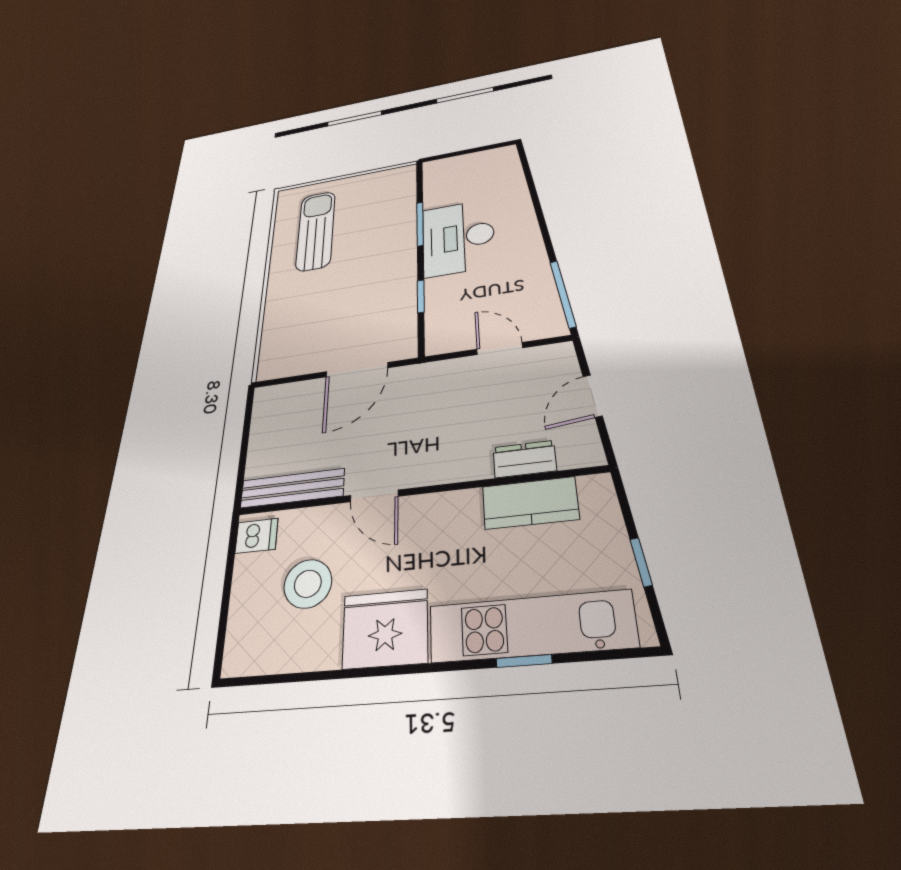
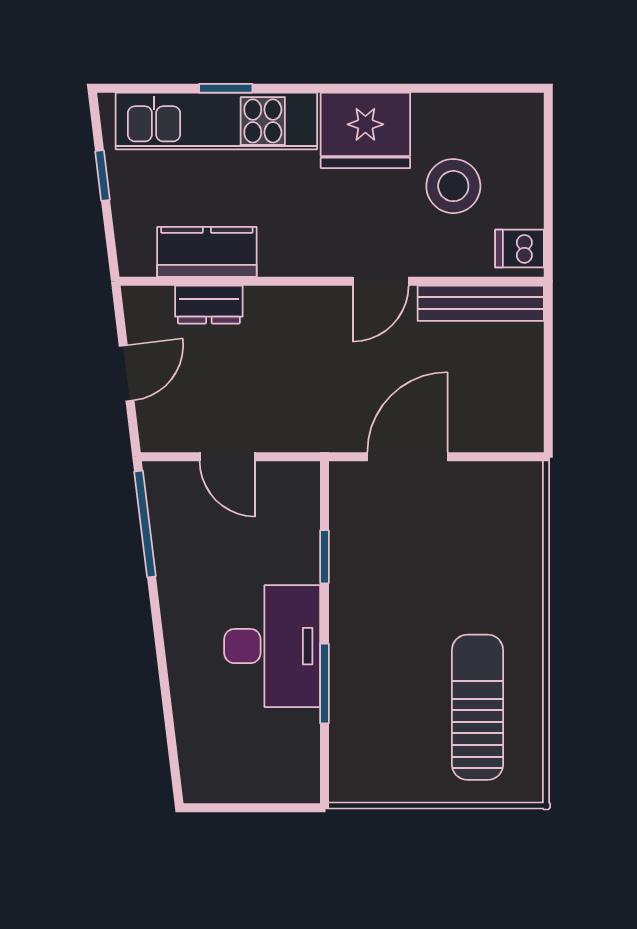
sun lounger: (316, 231) -> (478, 707), turned 180
door: (374, 496) -> (381, 281), swing flipped

